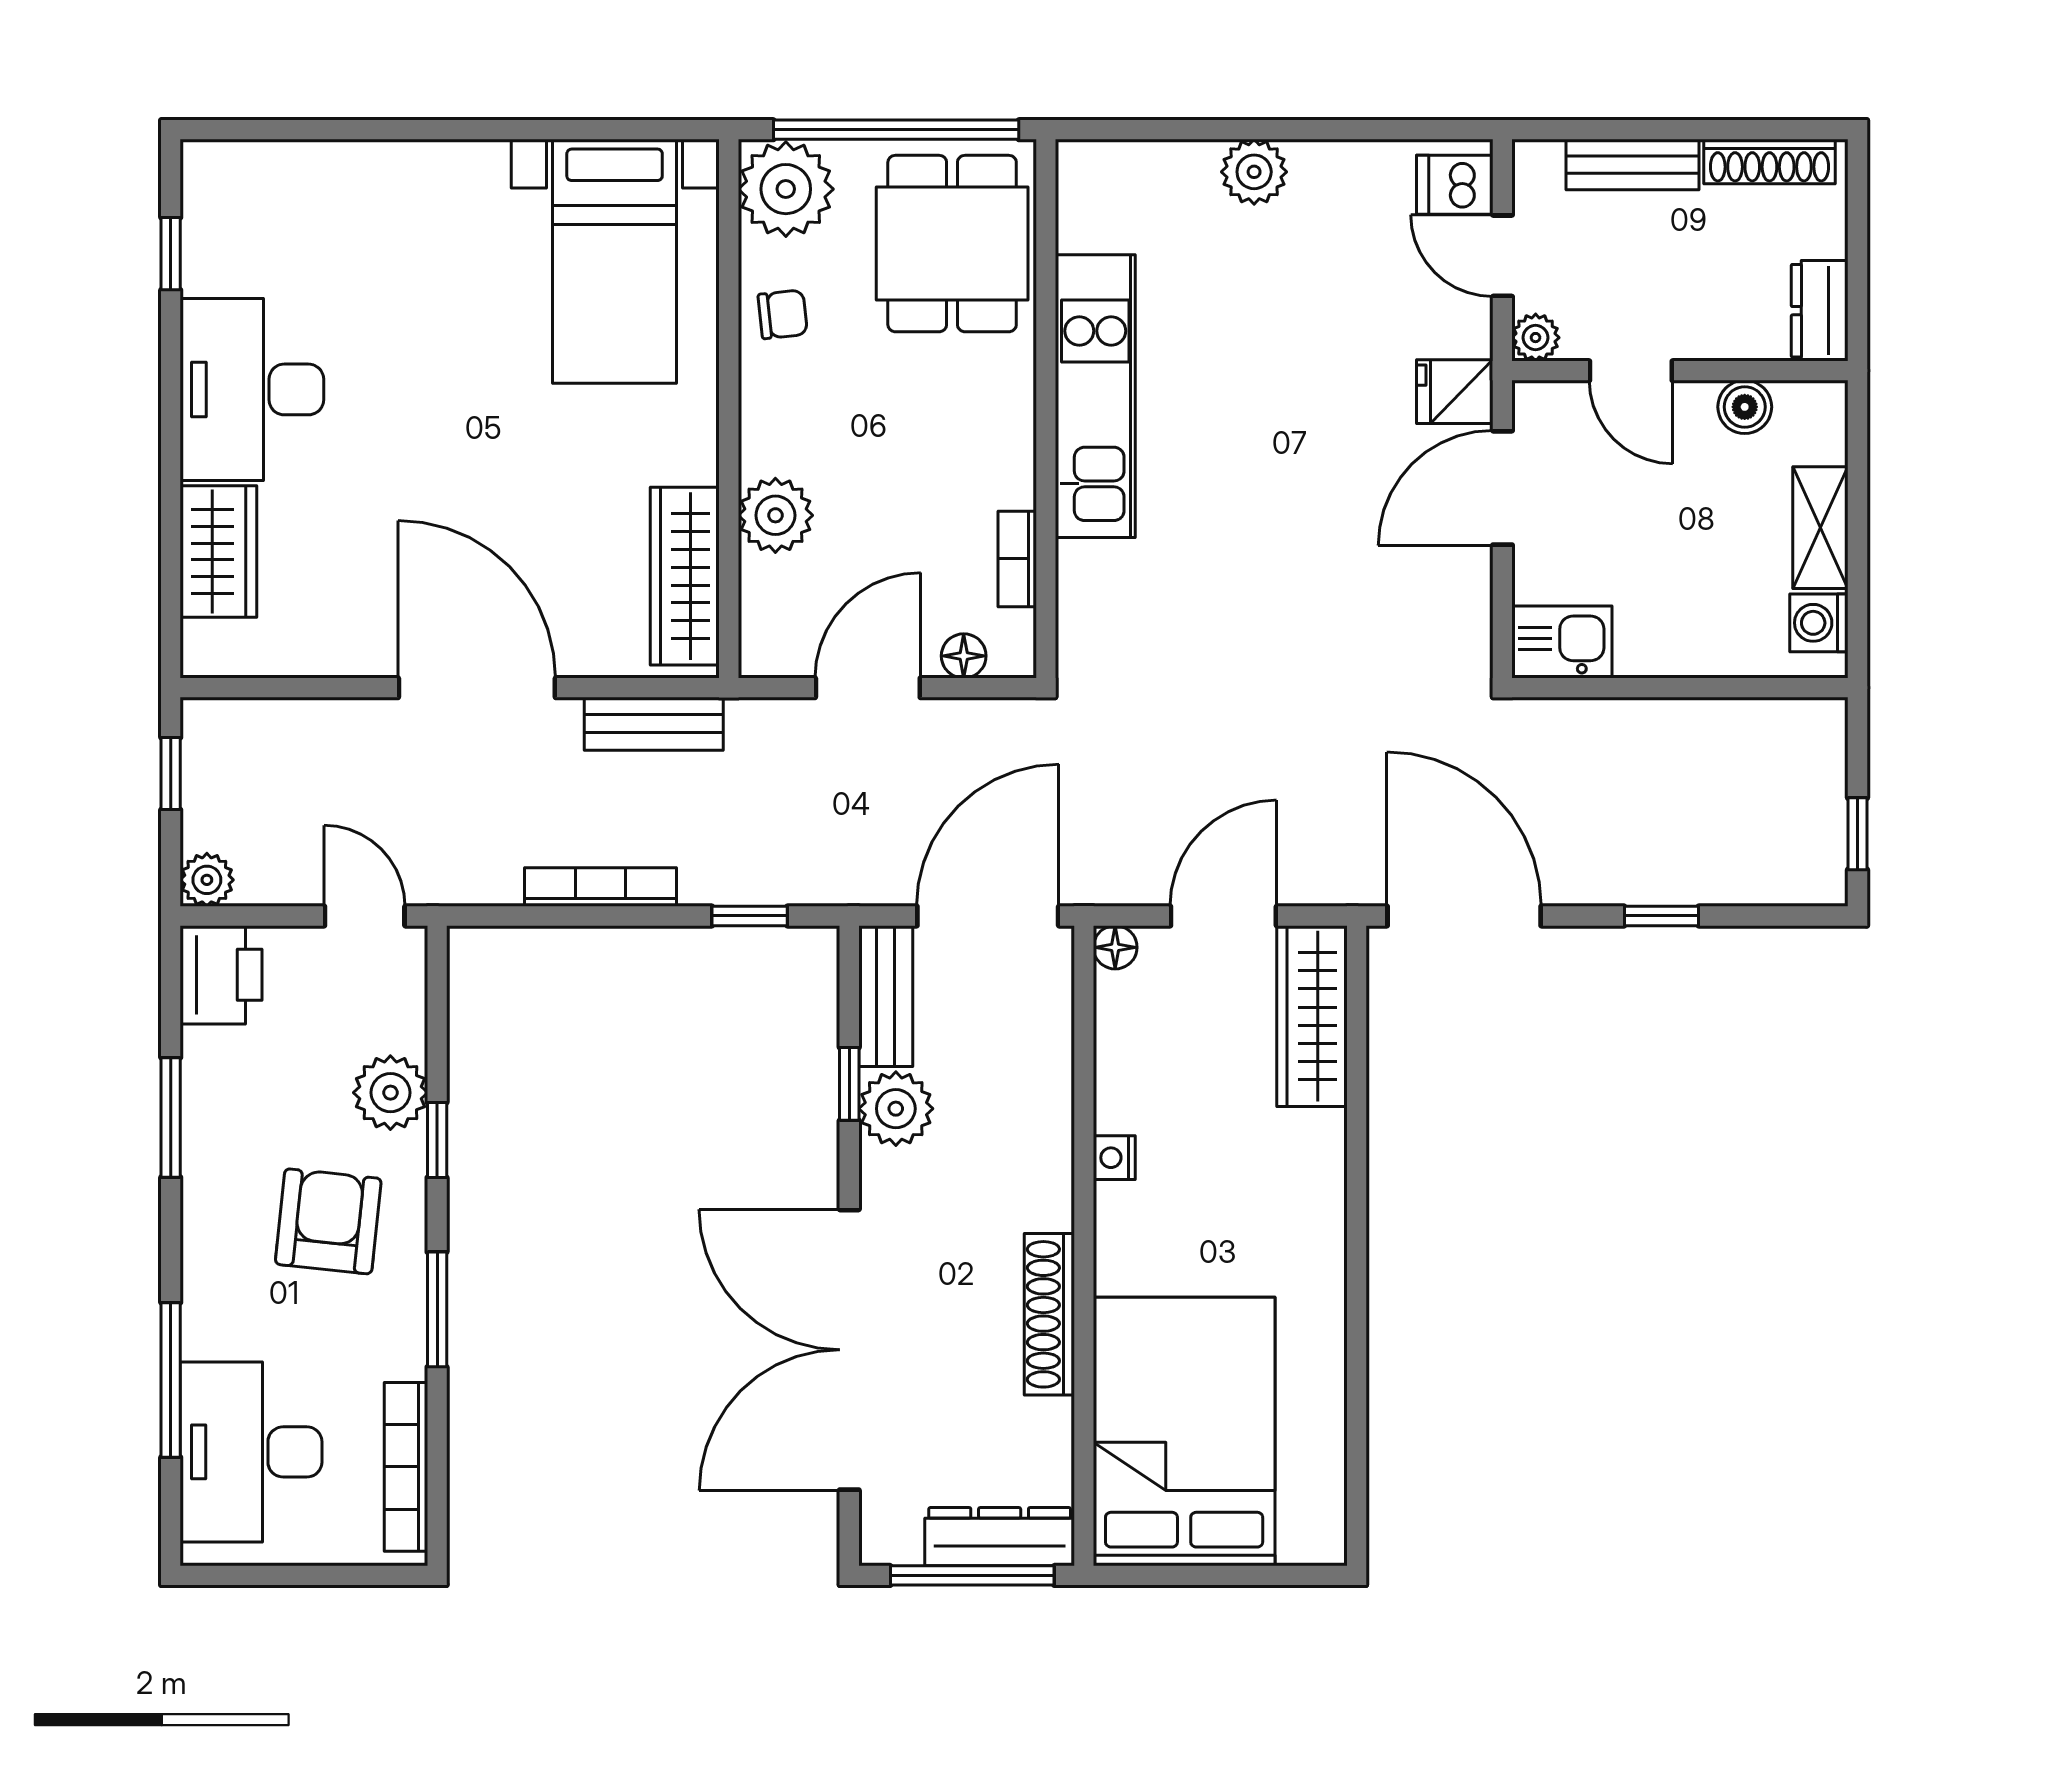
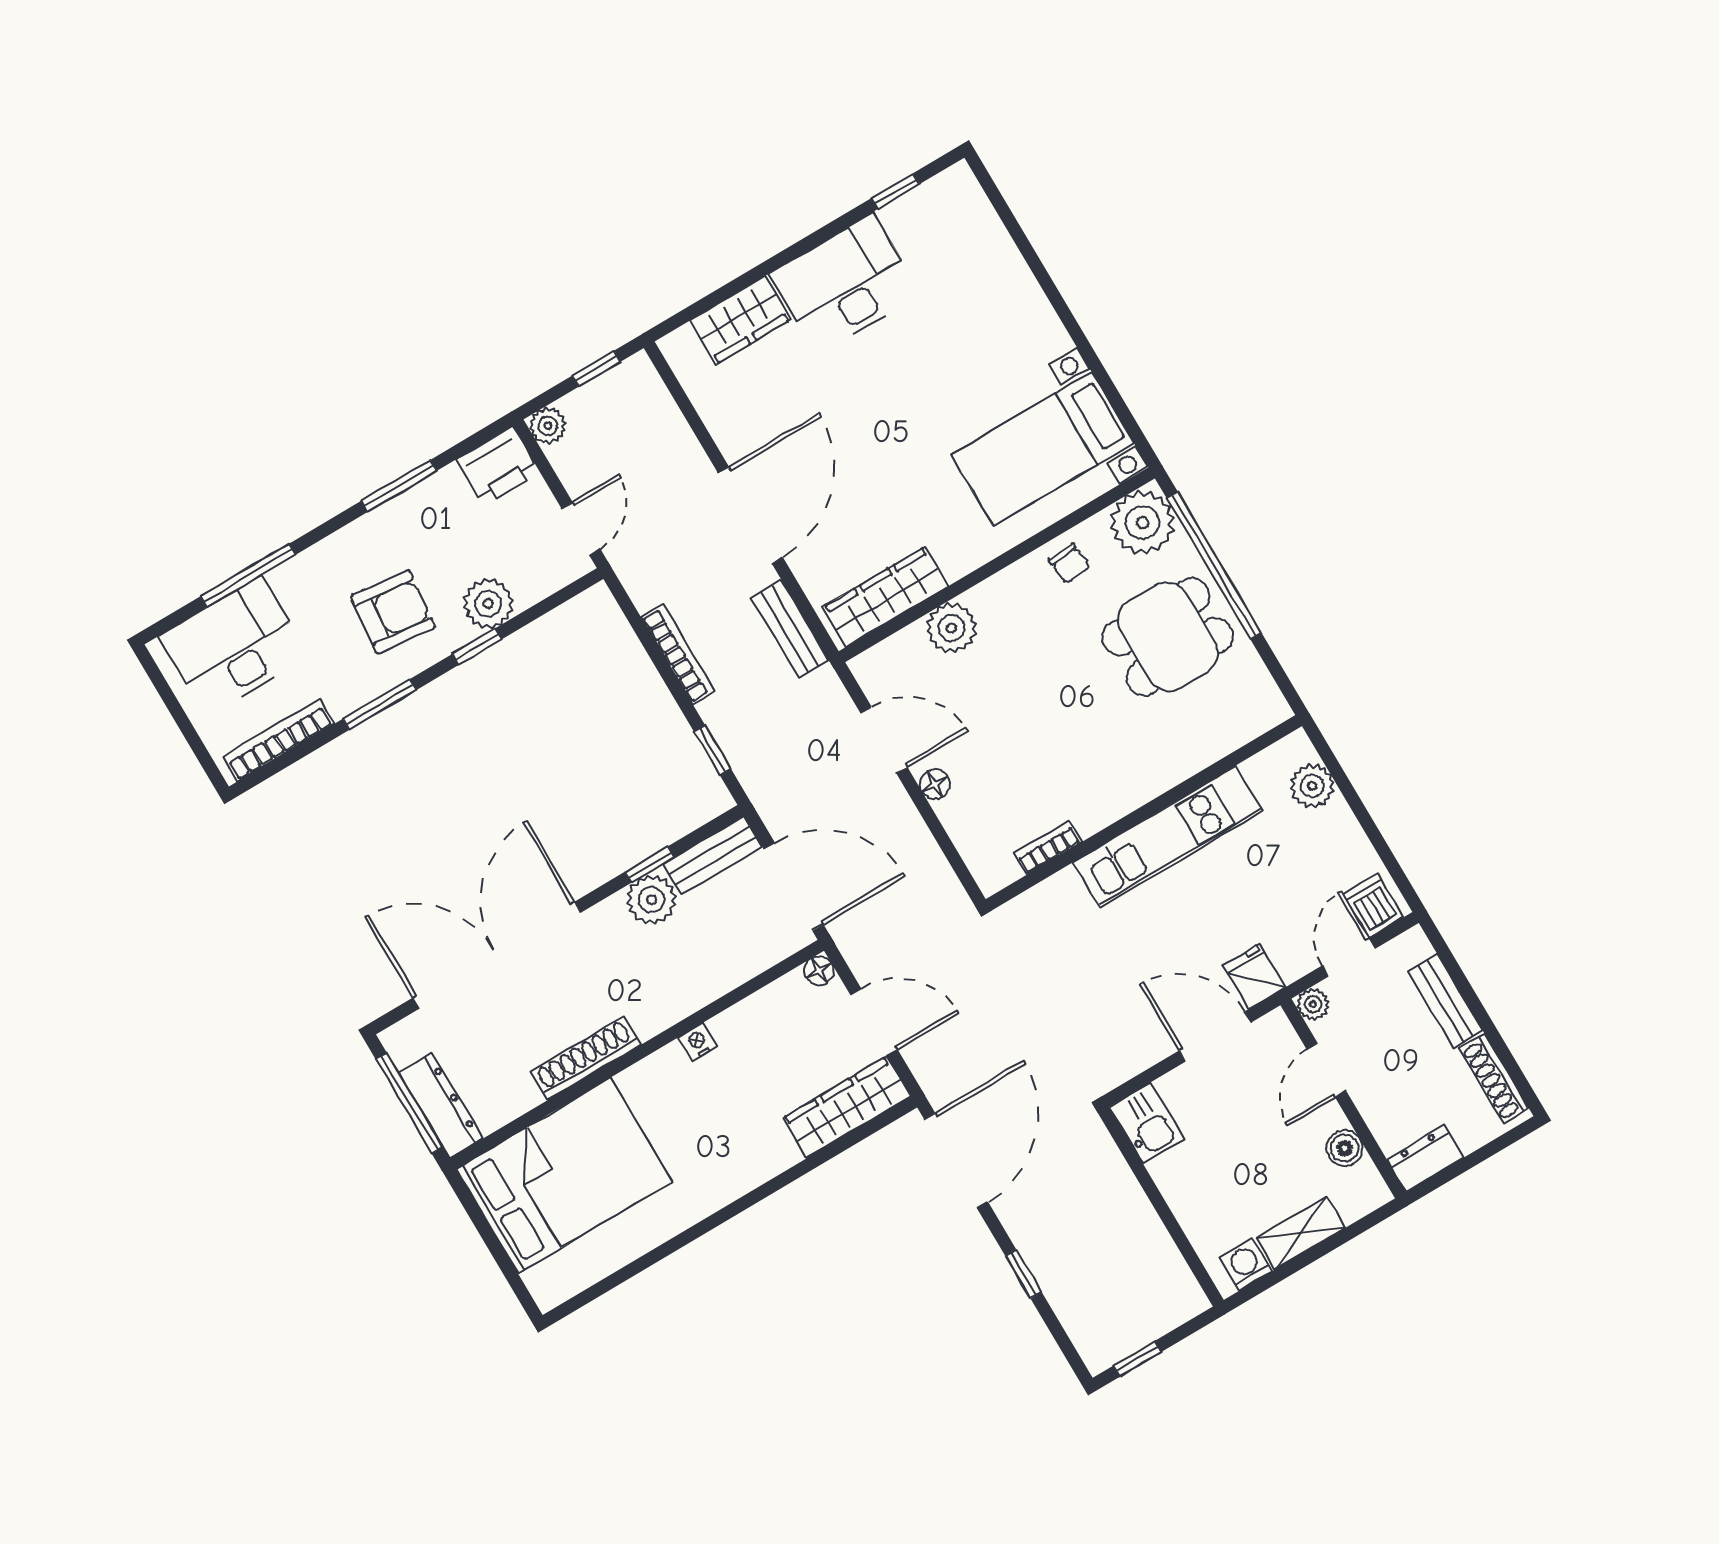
kitchen unit: (1095, 396) -> (1168, 837), moved
wall: (1046, 409) -> (1144, 813), moved
bookcase: (1017, 559) -> (1048, 847), moved

